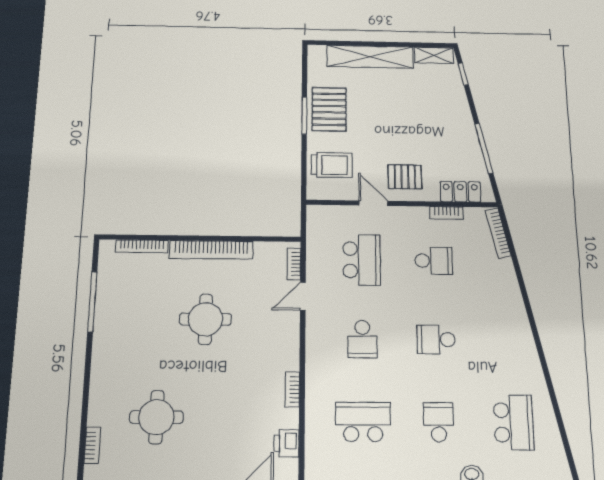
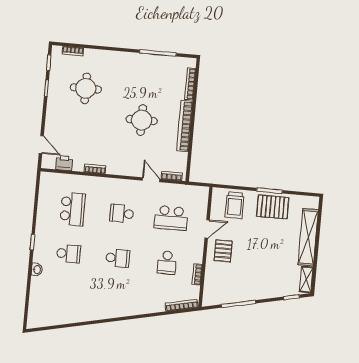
locker: (460, 192) -> (211, 285), removed
school desk: (436, 340) -> (118, 258), turned 90
school desk: (514, 422) -> (64, 298), removed

